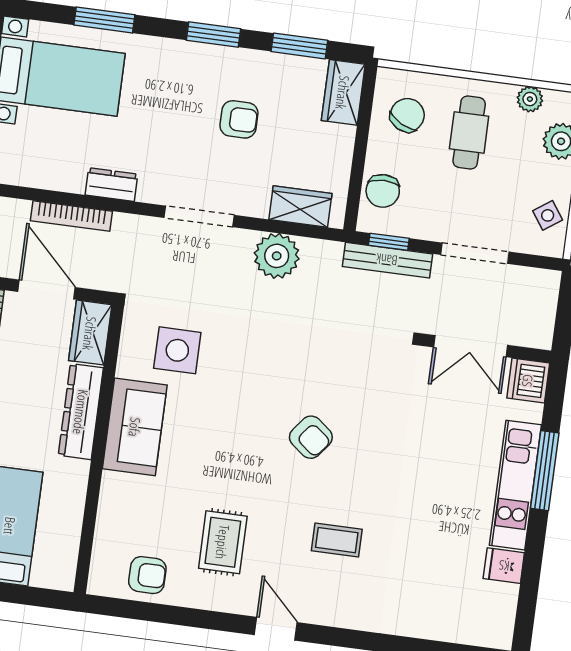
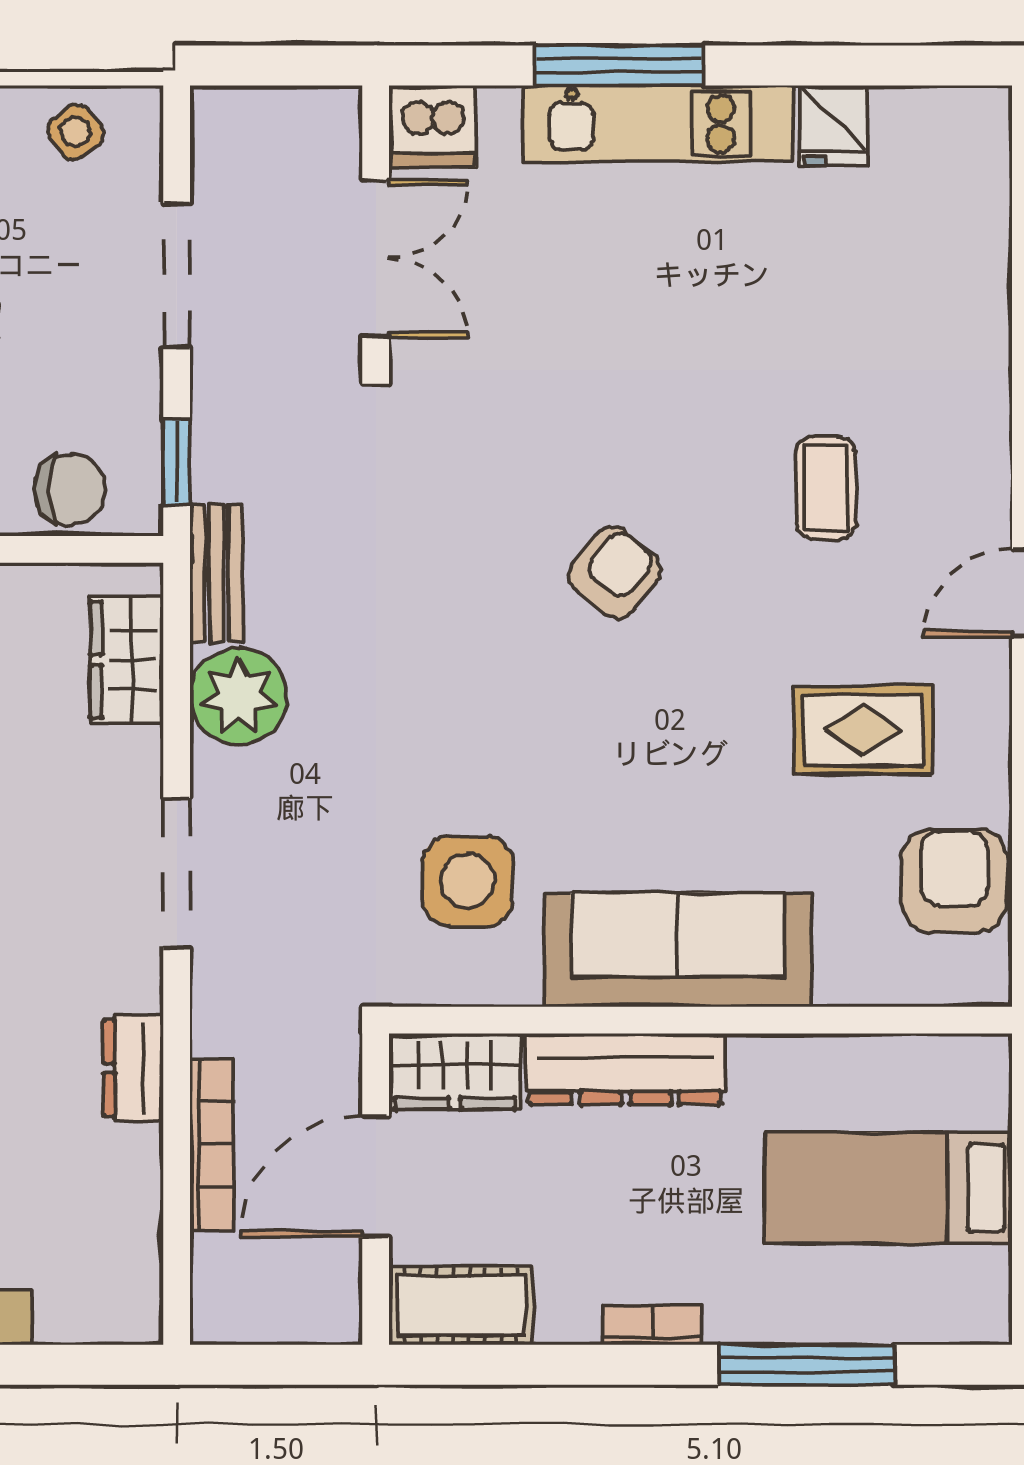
bench: (387, 260) -> (216, 573), moved, width x0.73
sofa: (135, 427) -> (678, 950), width x1.36
armchair: (147, 575) -> (954, 881), width x1.38, depth x1.38

